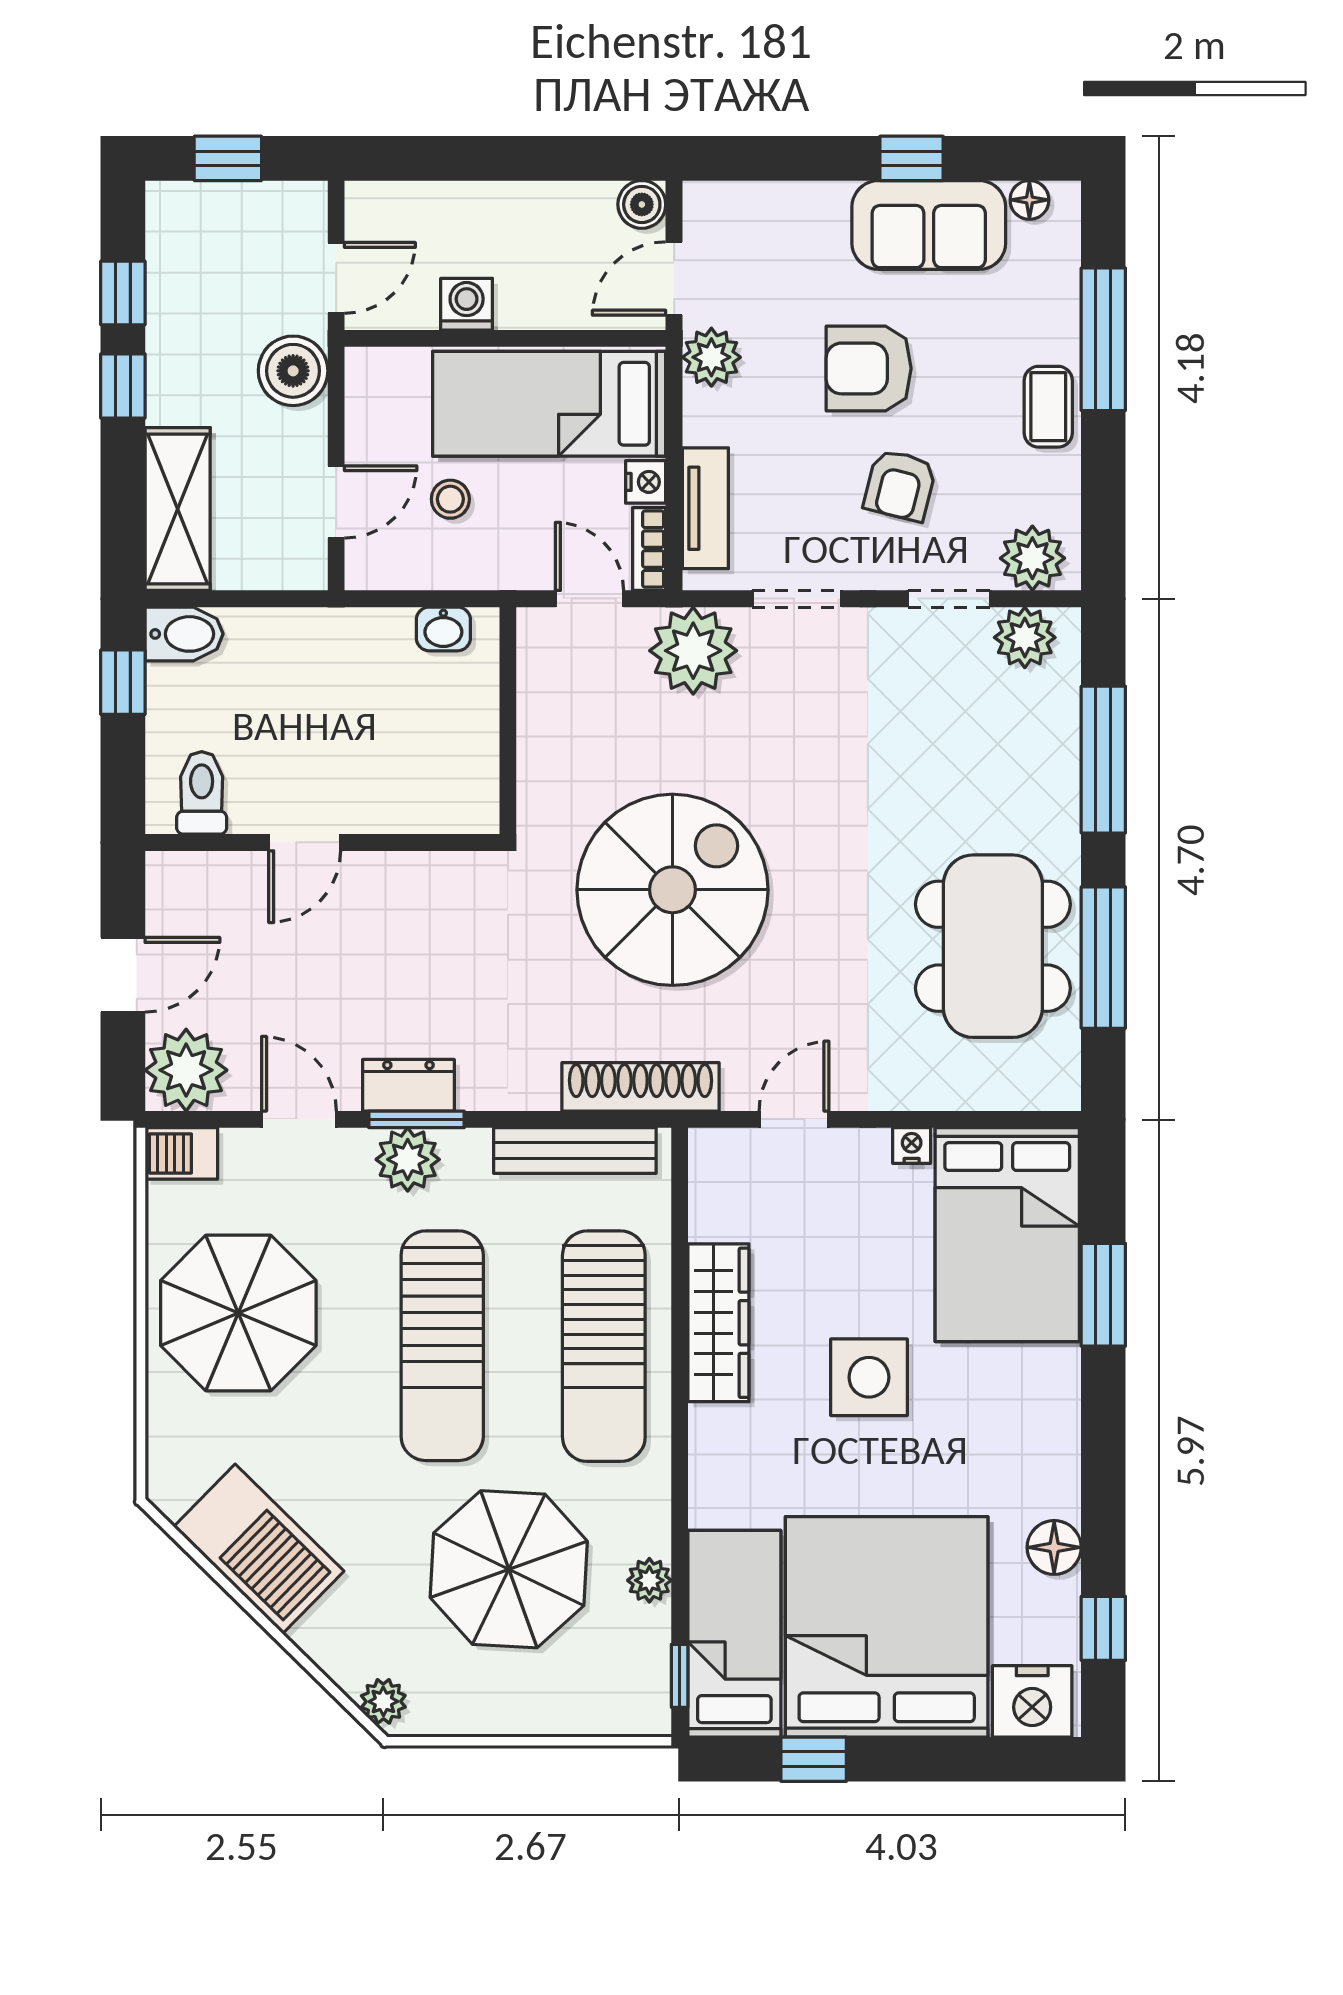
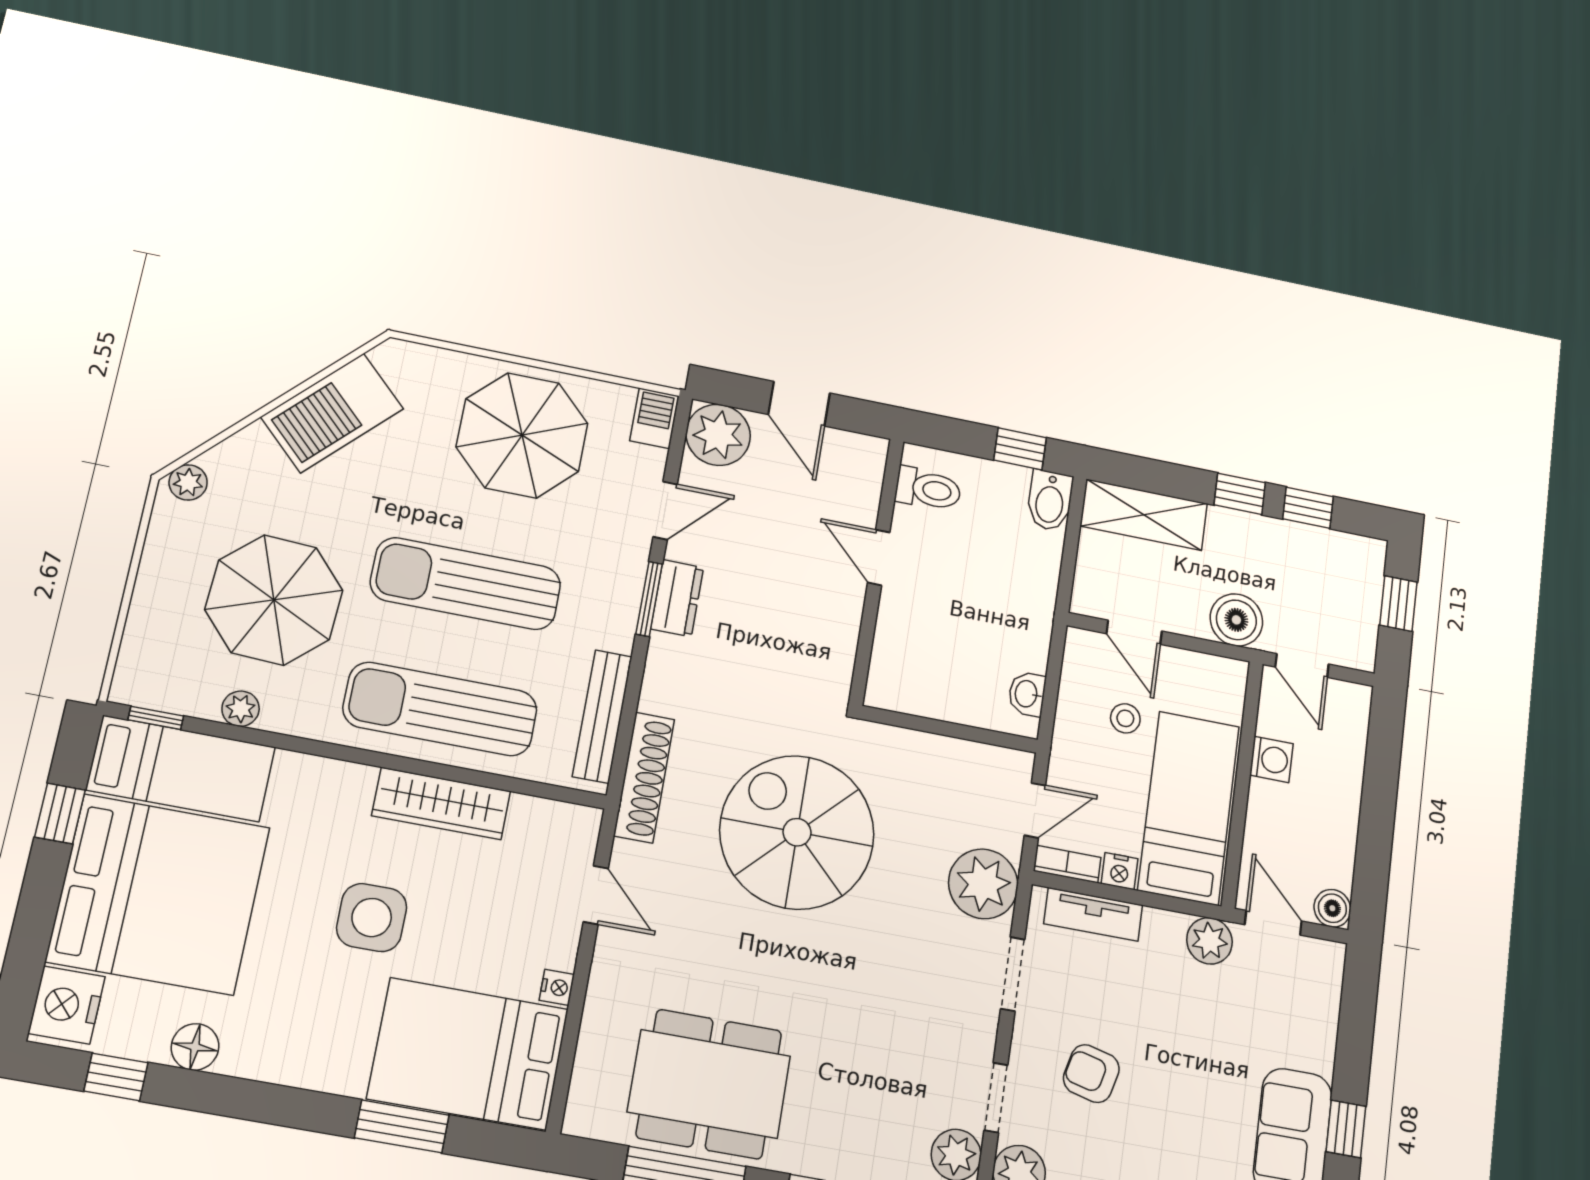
armchair: (869, 368) -> (1186, 1065), removed
spiral stairs: (672, 890) -> (797, 832), turned 180
plant: (408, 1159) -> (619, 586), removed

